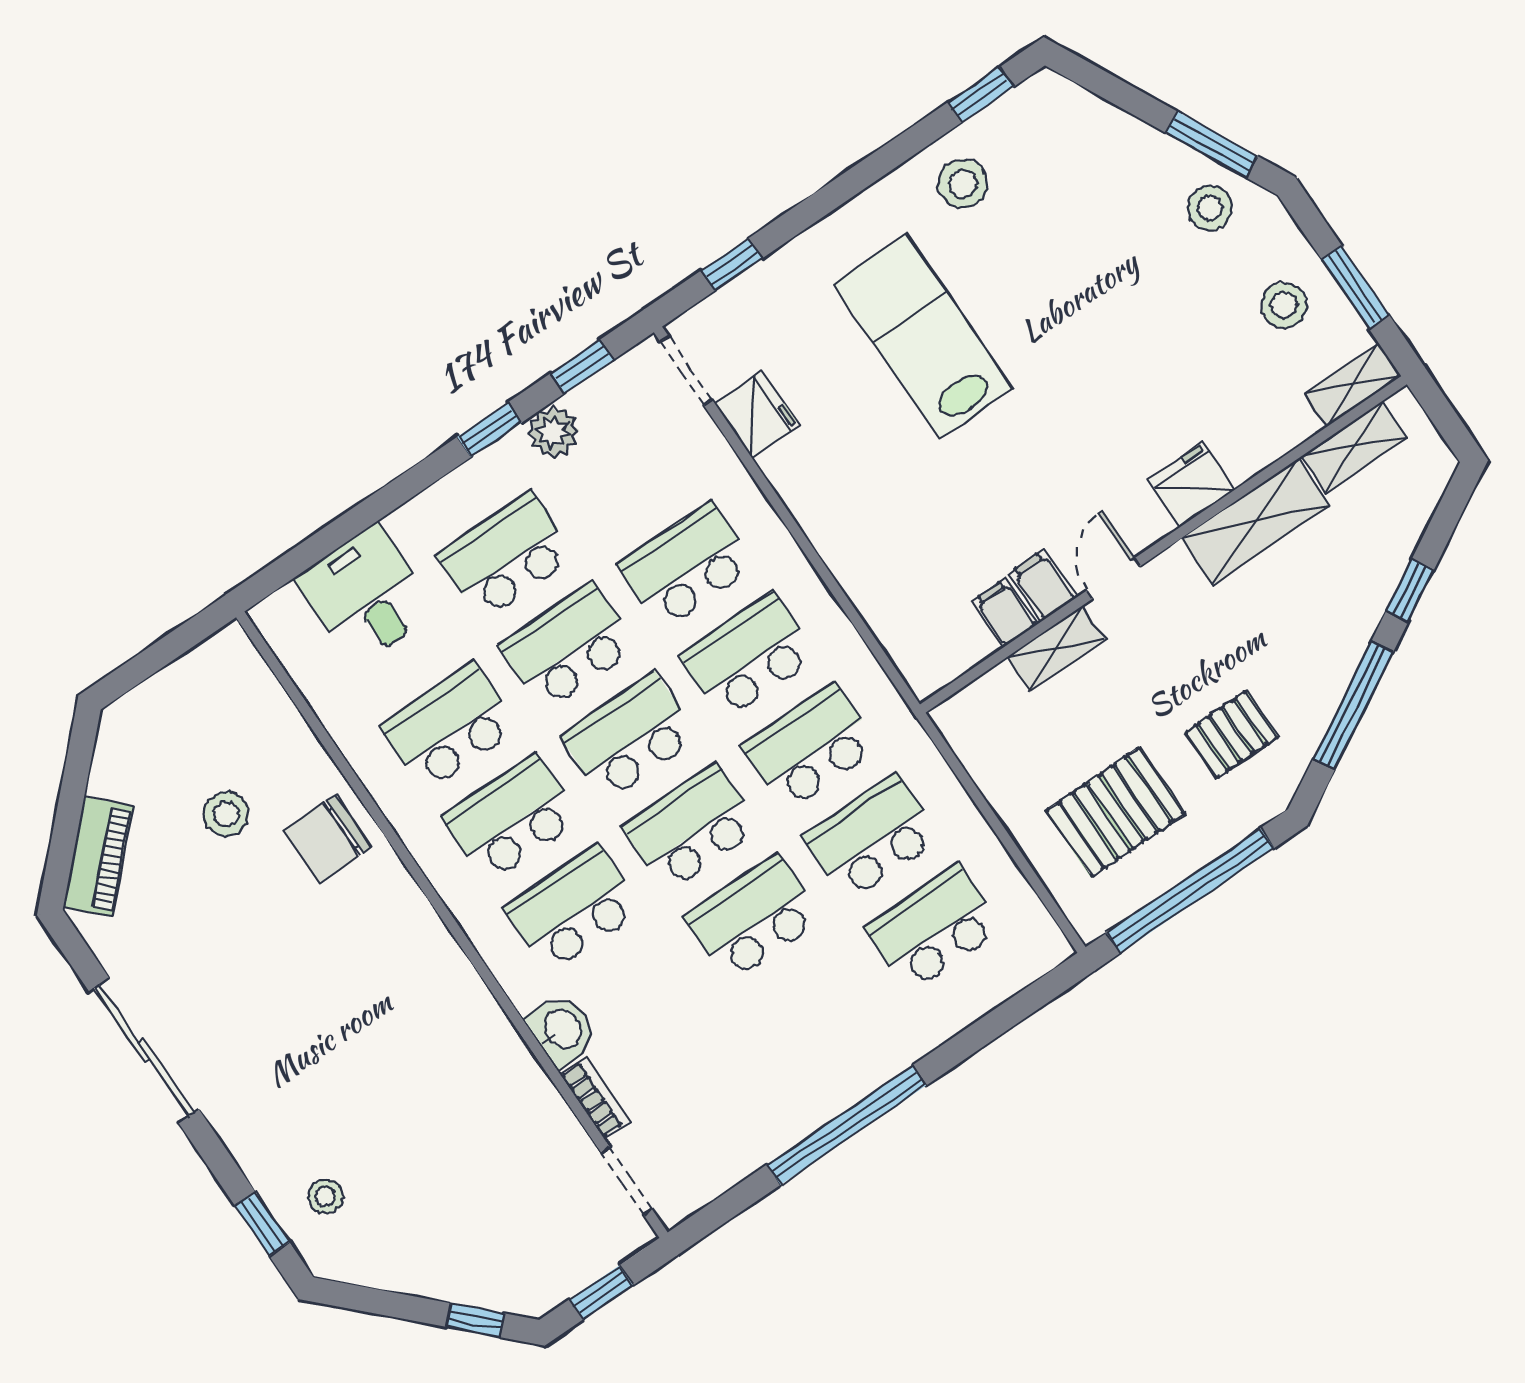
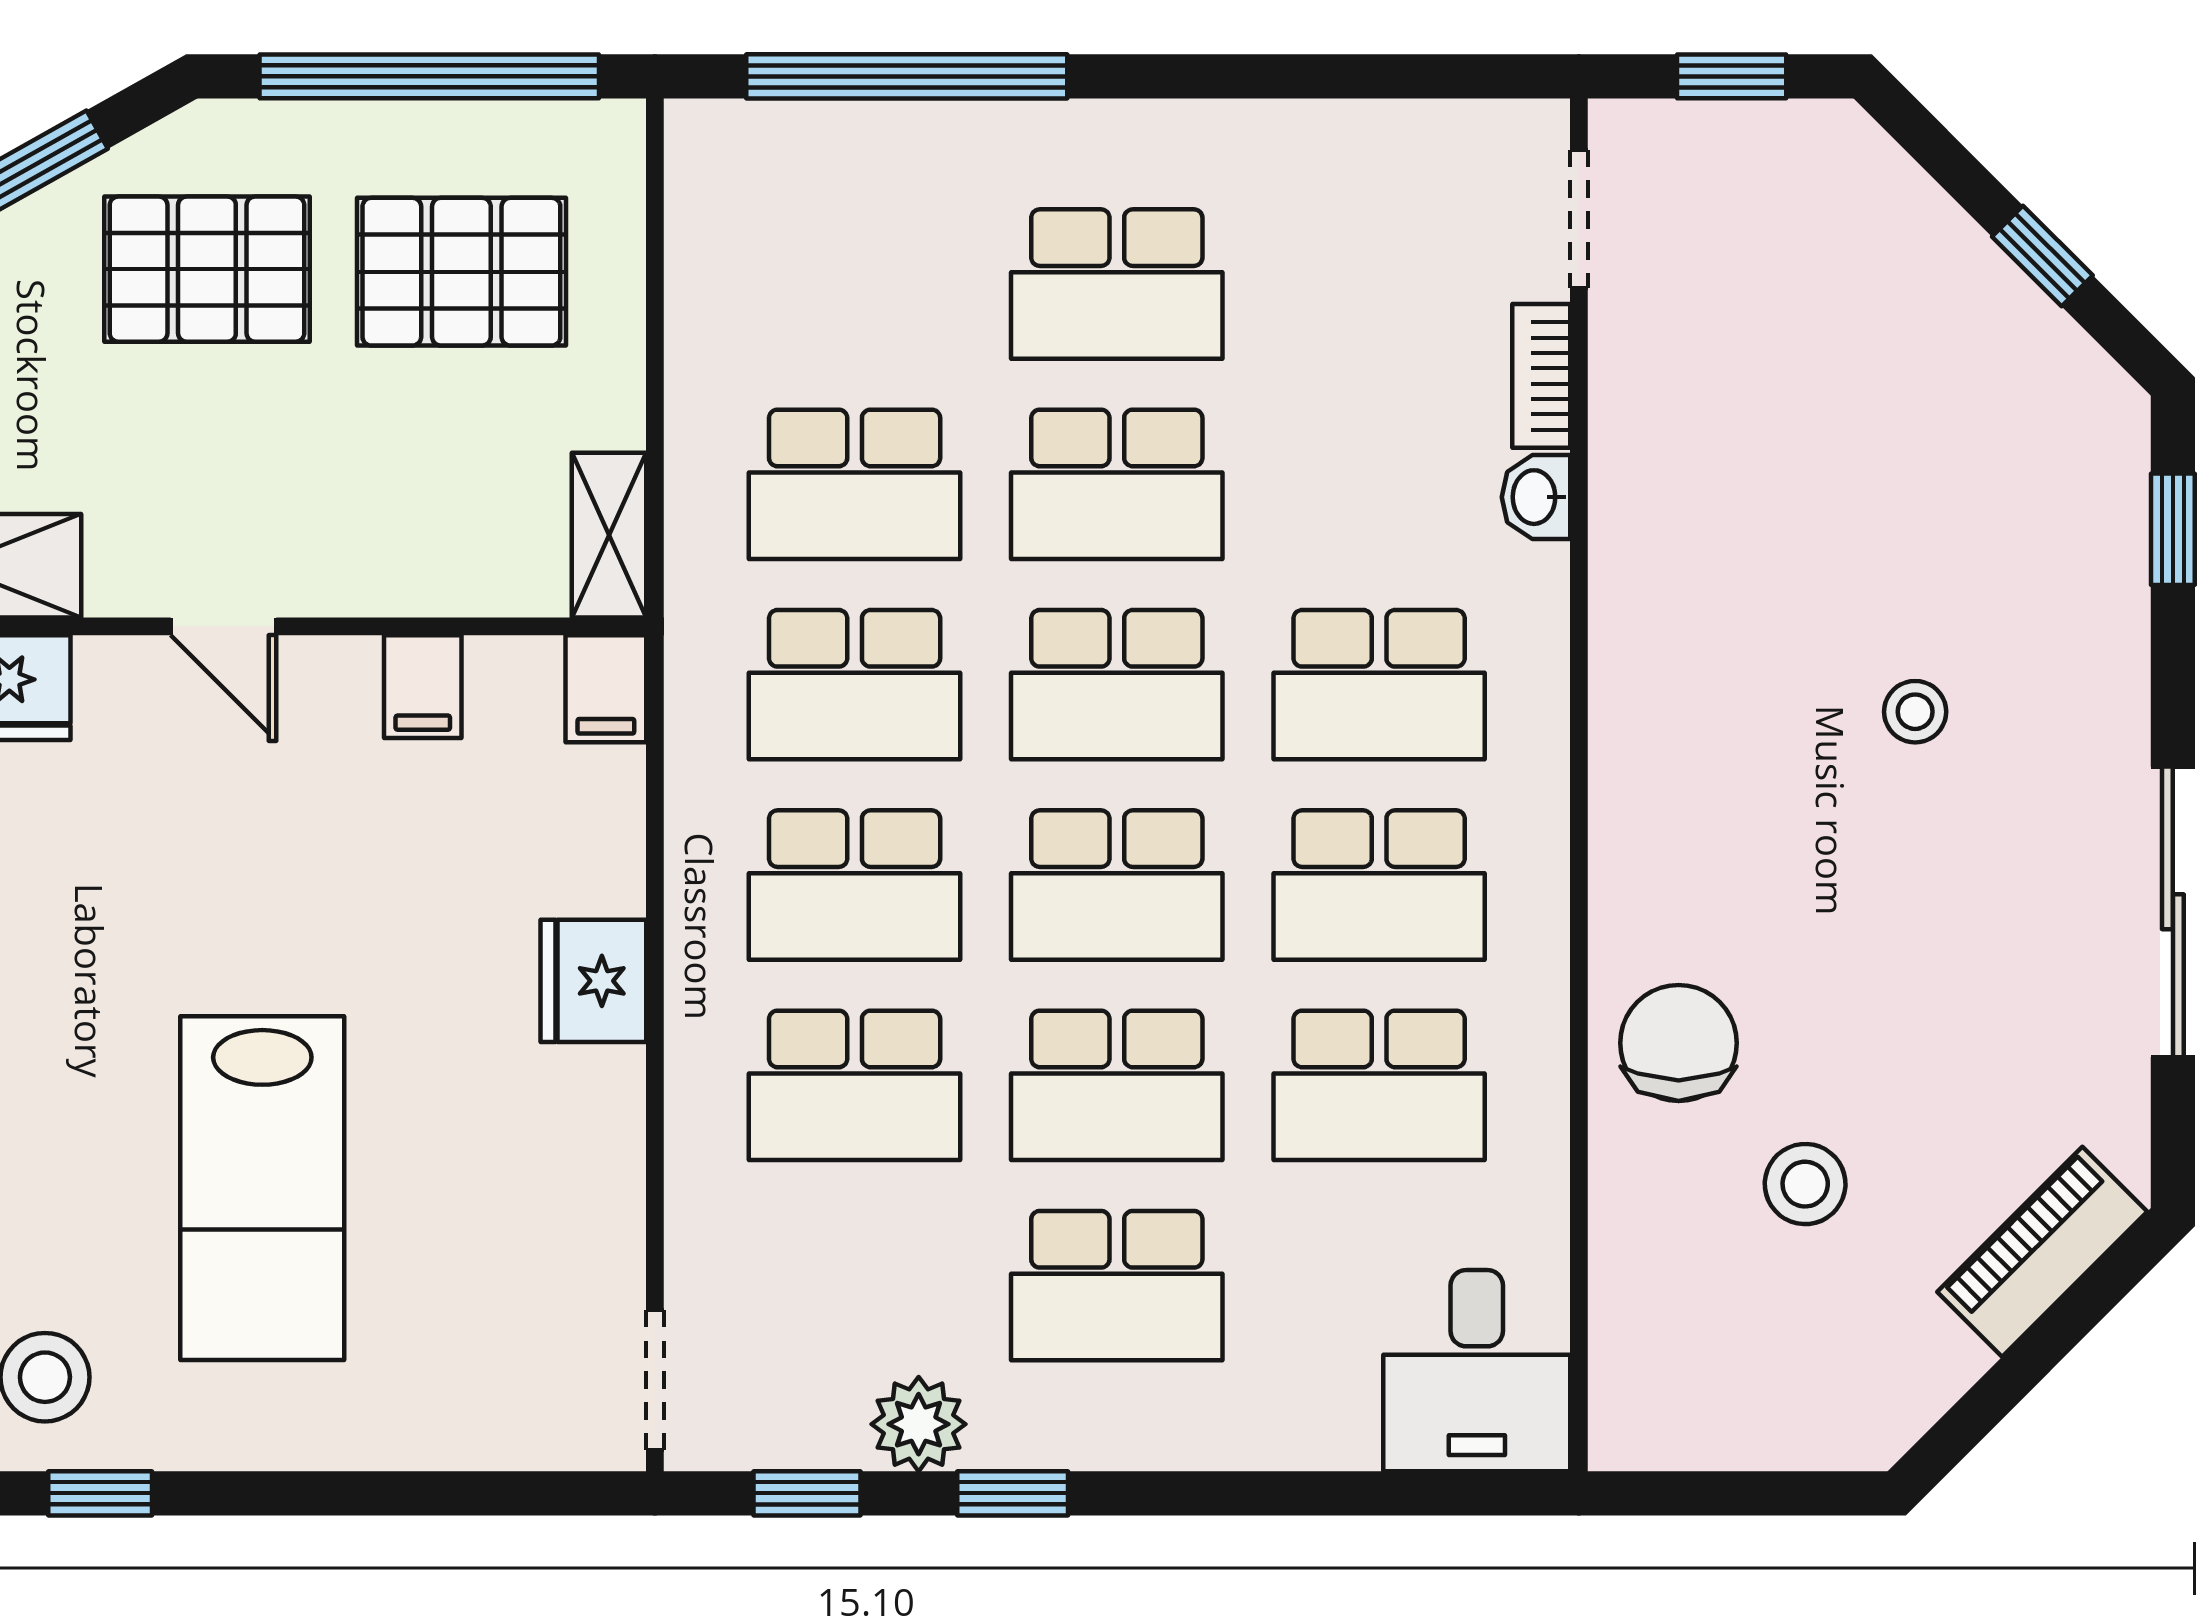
window: (731, 265) -> (100, 1493), moved
fridge: (757, 414) -> (593, 981), moved
door: (1114, 578) -> (224, 626), hinge flipped
filing cabinet: (1043, 585) -> (606, 689), moved
desk: (366, 595) -> (1477, 1371), moved
shelving: (1056, 648) -> (609, 535), moved, turned 90
pallet: (1231, 735) -> (207, 269), width x1.50, depth x1.42
chair: (327, 839) -> (1679, 1043), turned -90
school desk: (934, 928) -> (1117, 284), moved
washbasin: (562, 1030) -> (1536, 497), width x0.72, depth x0.69
window: (846, 1125) -> (907, 76), moved
stool: (326, 1197) -> (1915, 712), moved
window: (475, 1320) -> (2042, 256), moved

